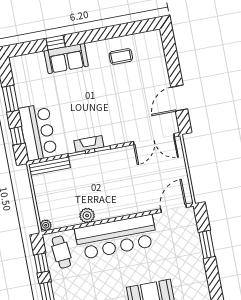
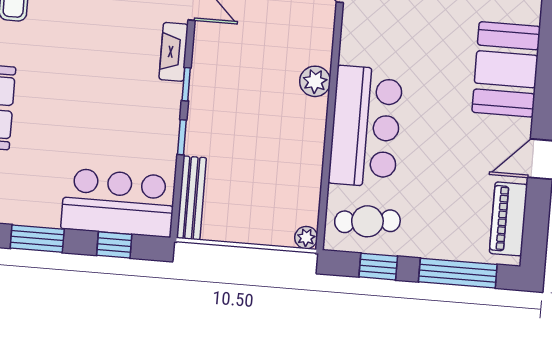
fireplace: (89, 144) -> (174, 52), moved
plant: (87, 215) -> (315, 81), moved
bar counter: (116, 237) -> (366, 127), width x0.73

